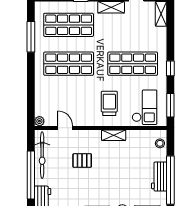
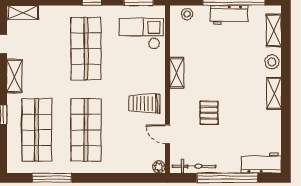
trolley: (109, 103) -> (144, 103), moved
door: (65, 128) -> (168, 134), hinge flipped
bicycle: (42, 155) -> (194, 166), width x0.73, depth x0.71

